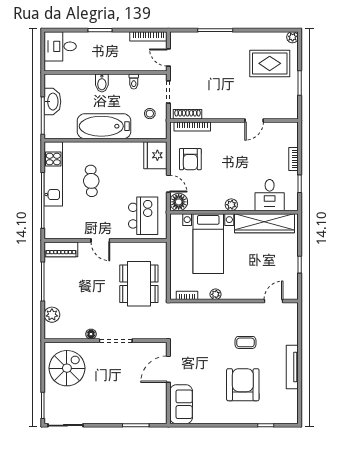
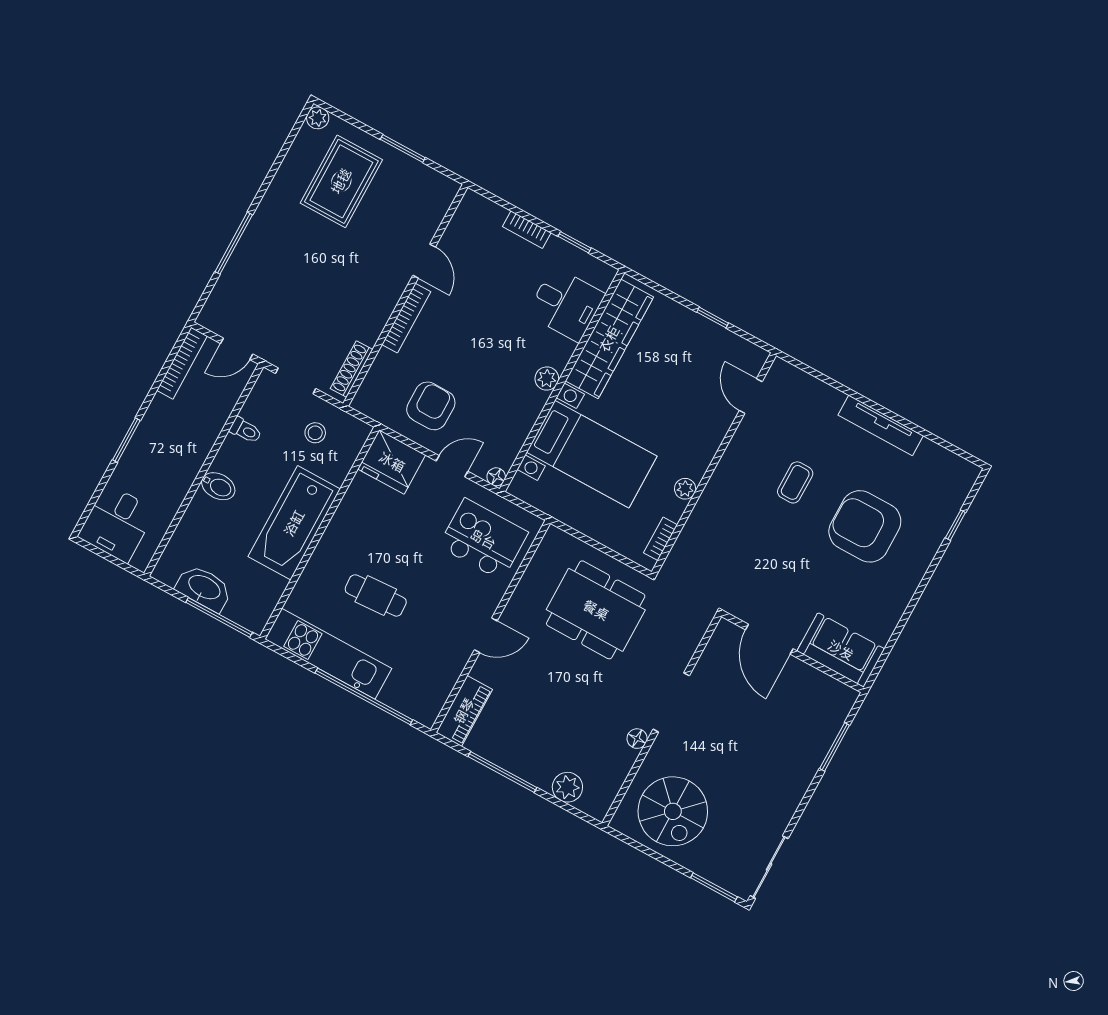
bookcase: (192, 126) -> (406, 318), moved
armchair: (190, 159) -> (431, 406), turned -90
floor lamp: (179, 202) -> (496, 477), width x0.53, depth x0.53
spiral stairs: (67, 368) -> (673, 811), turned 180

